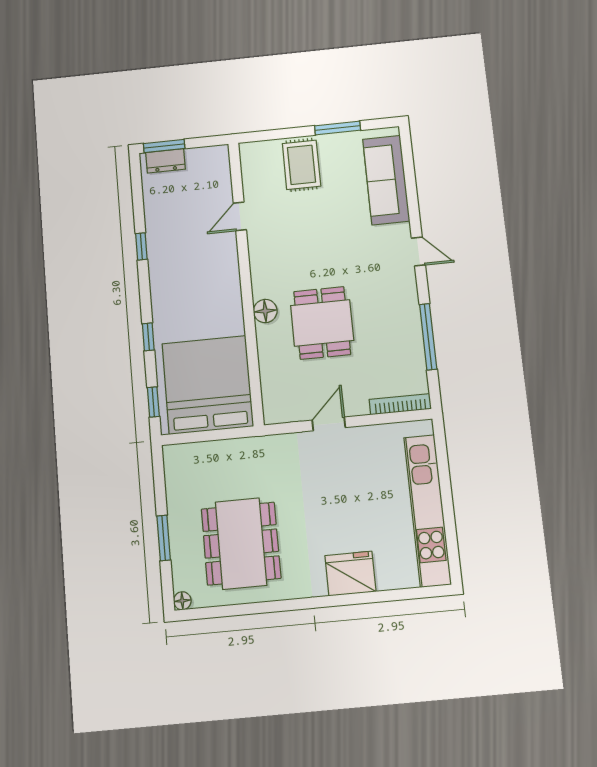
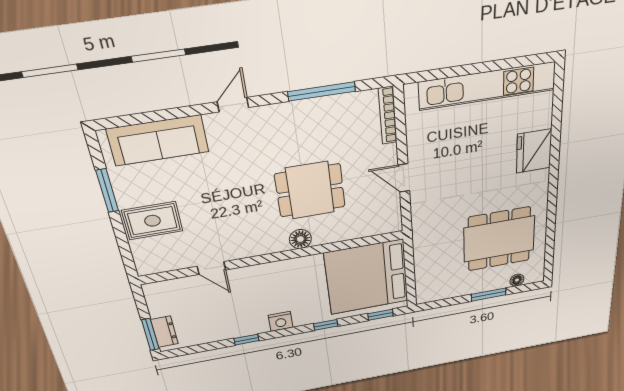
nightstand: (161, 285) -> (281, 321), added
floor lamp: (182, 601) -> (517, 280), moved

